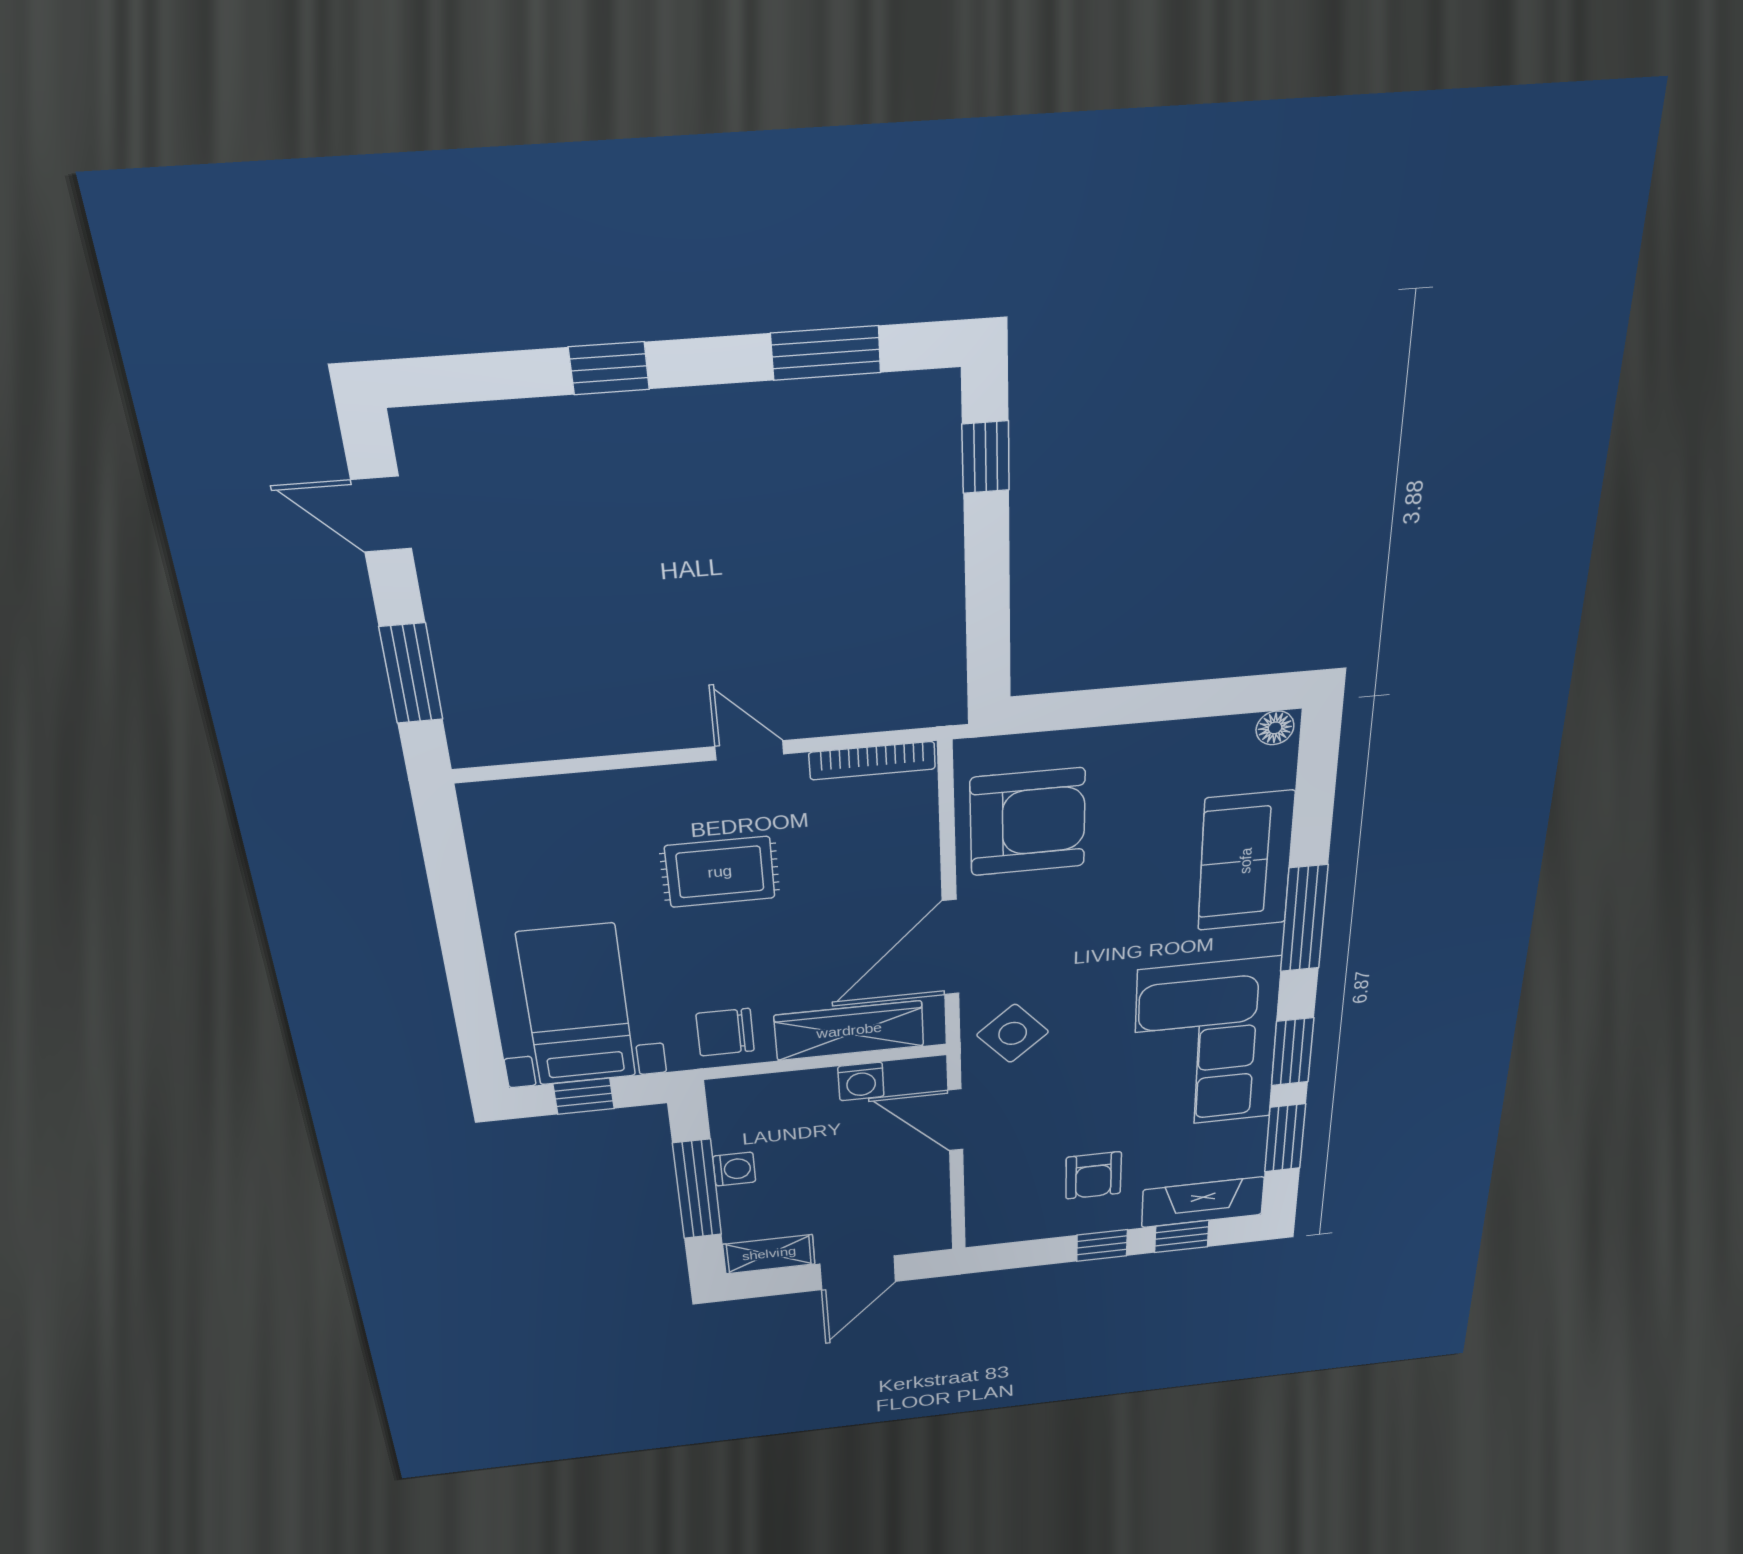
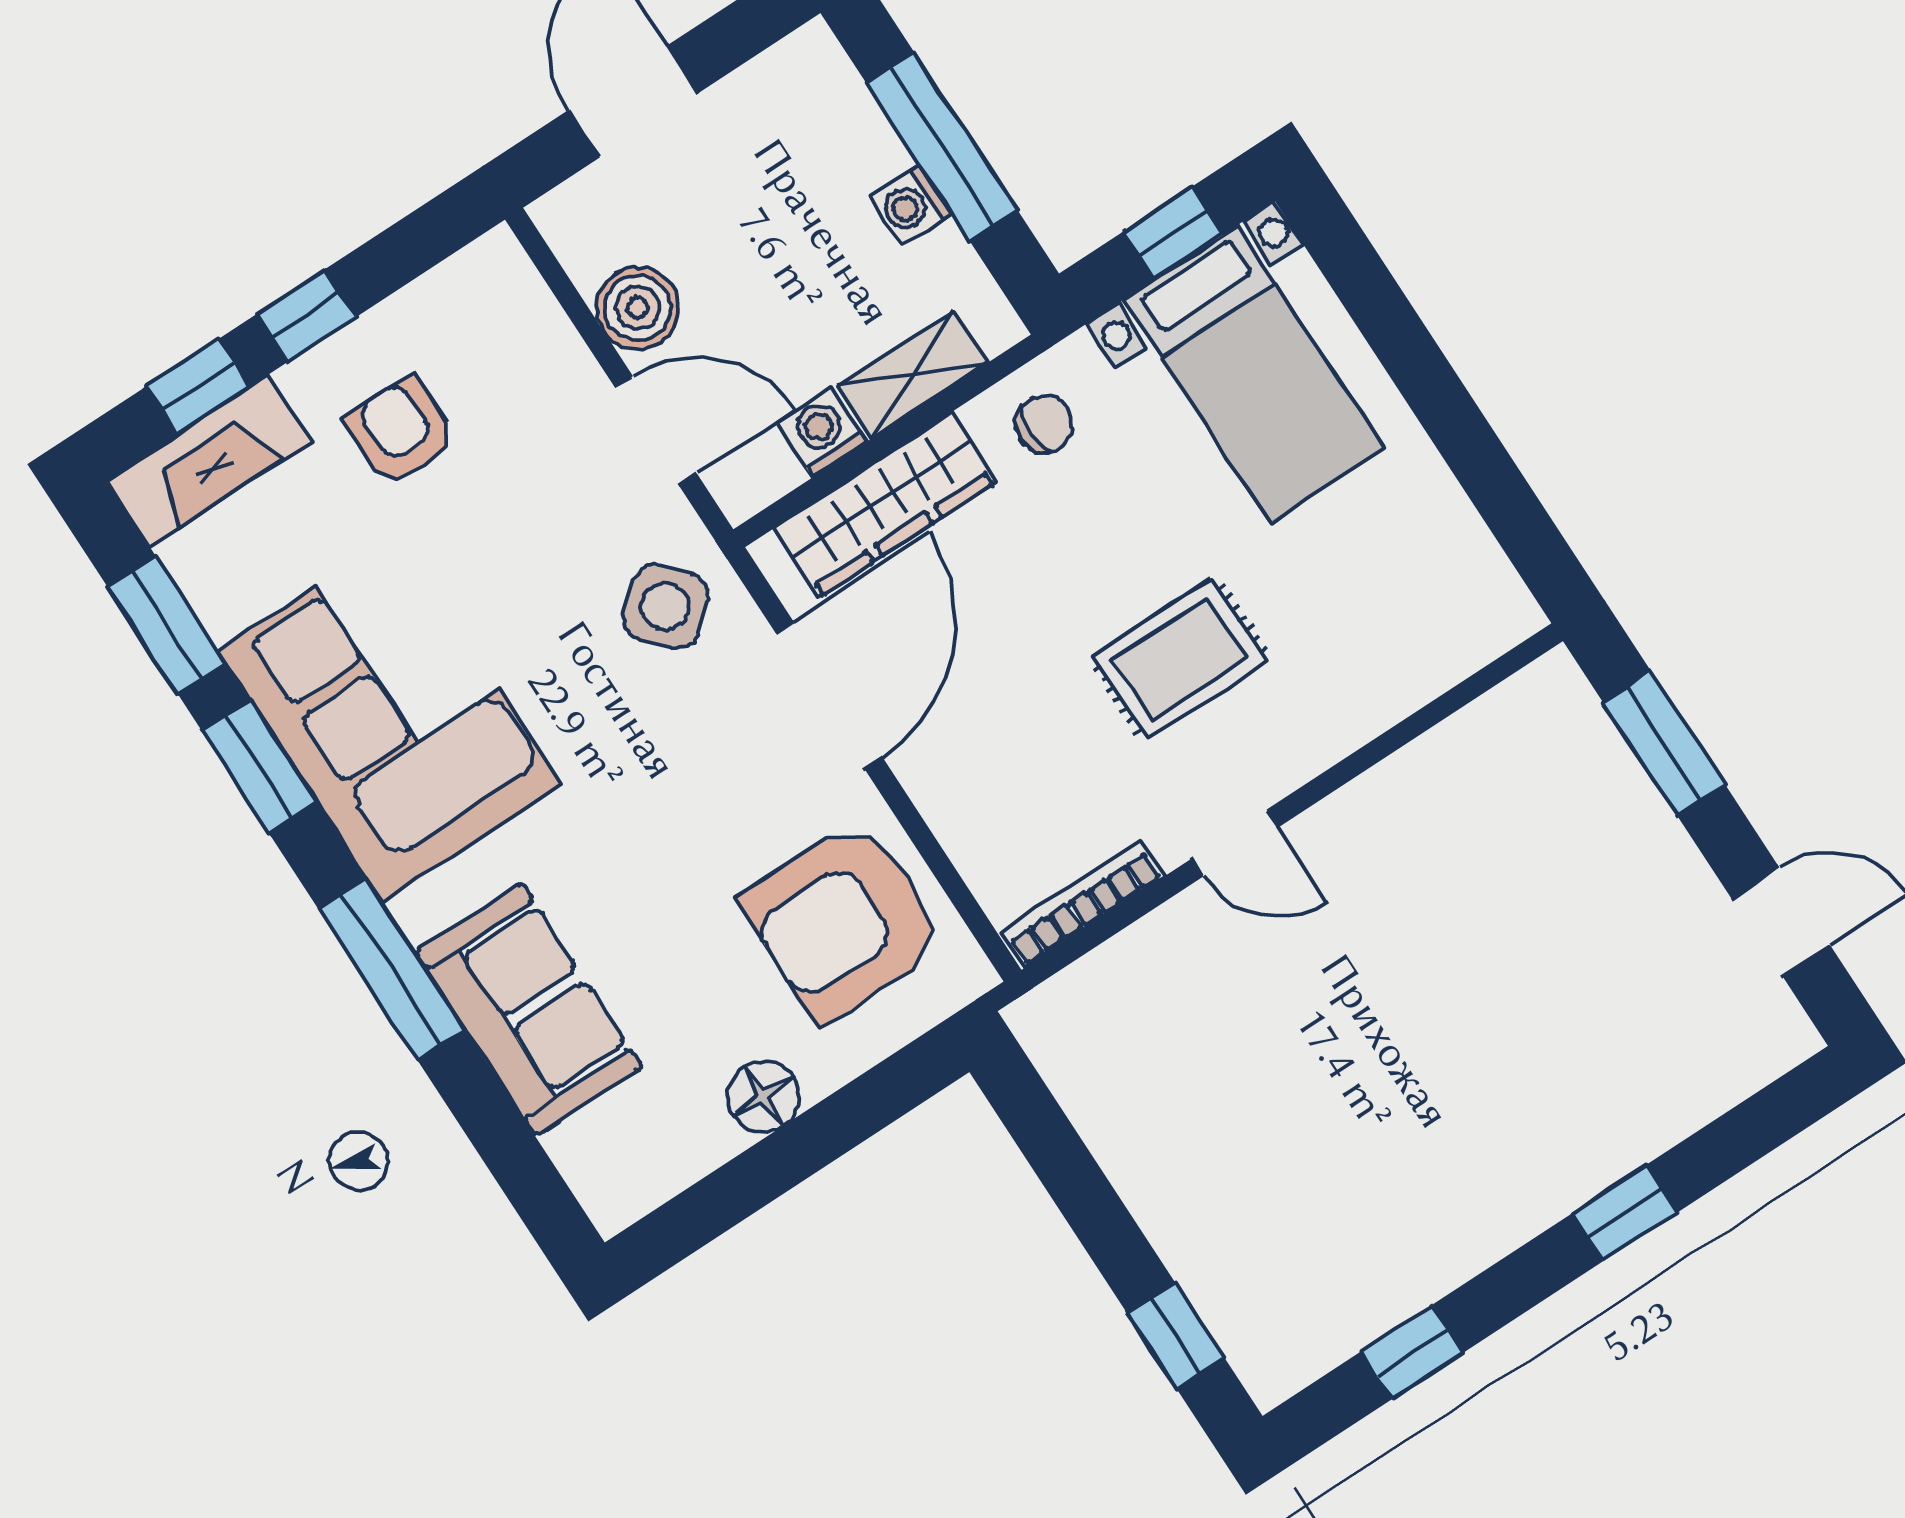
window: (826, 353) -> (1412, 1352), width x0.67
floor lamp: (1275, 728) -> (763, 1096), moved, width x1.37, depth x1.37
chair: (725, 1032) -> (1044, 424), width x0.73, depth x0.73
boiler: (923, 1181) -> (638, 308), added
shelving: (769, 1254) -> (913, 374), moved

